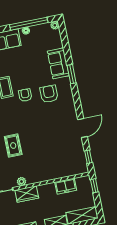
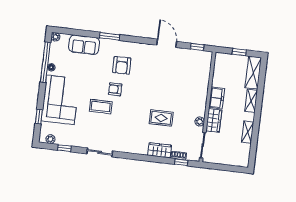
sofa: (58, 63) -> (84, 45), moved
armchair: (49, 94) -> (122, 65), turned -91
freezer: (66, 186) -> (217, 98), moved
window: (94, 186) -> (239, 52), moved

